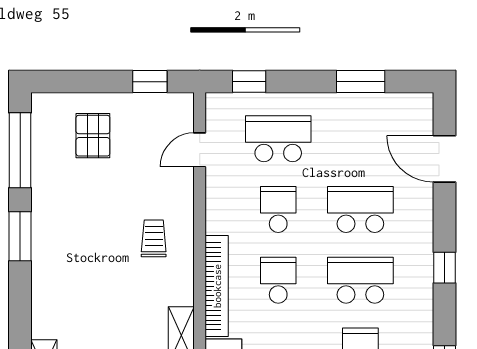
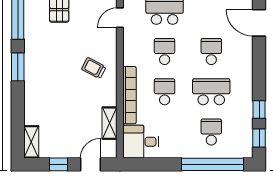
school desk: (360, 209) -> (211, 52), width x0.54
trolley: (154, 238) -> (94, 68), turned -62
window: (444, 268) -> (259, 109), moved

